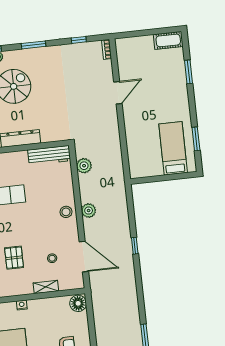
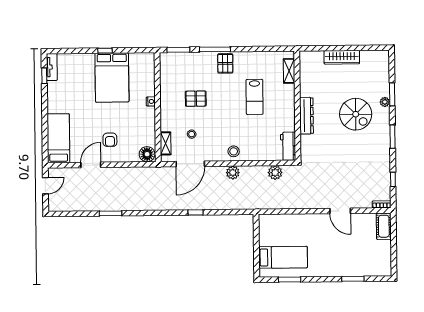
cot: (168, 40) -> (384, 226), moved
workbench: (49, 155) -> (288, 146), width x0.73
shelving: (46, 287) -> (166, 143), moved

